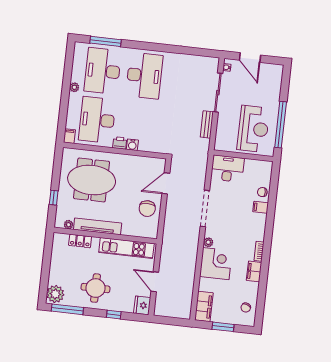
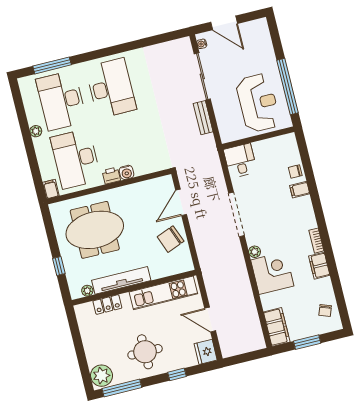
desk: (227, 169) -> (240, 161), width x0.73
chair: (147, 209) -> (171, 239), turned 69

